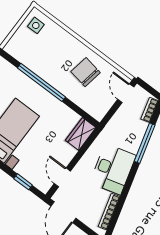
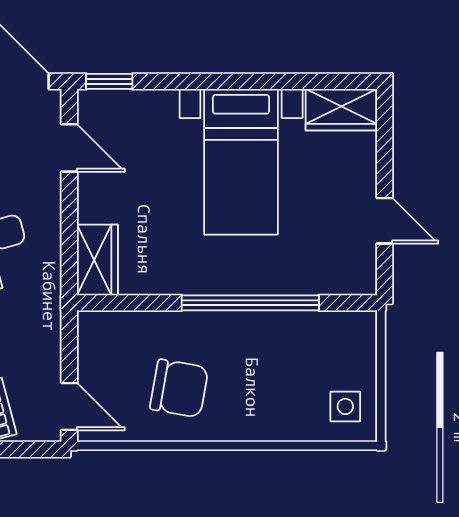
window: (23, 182) -> (109, 81), moved

